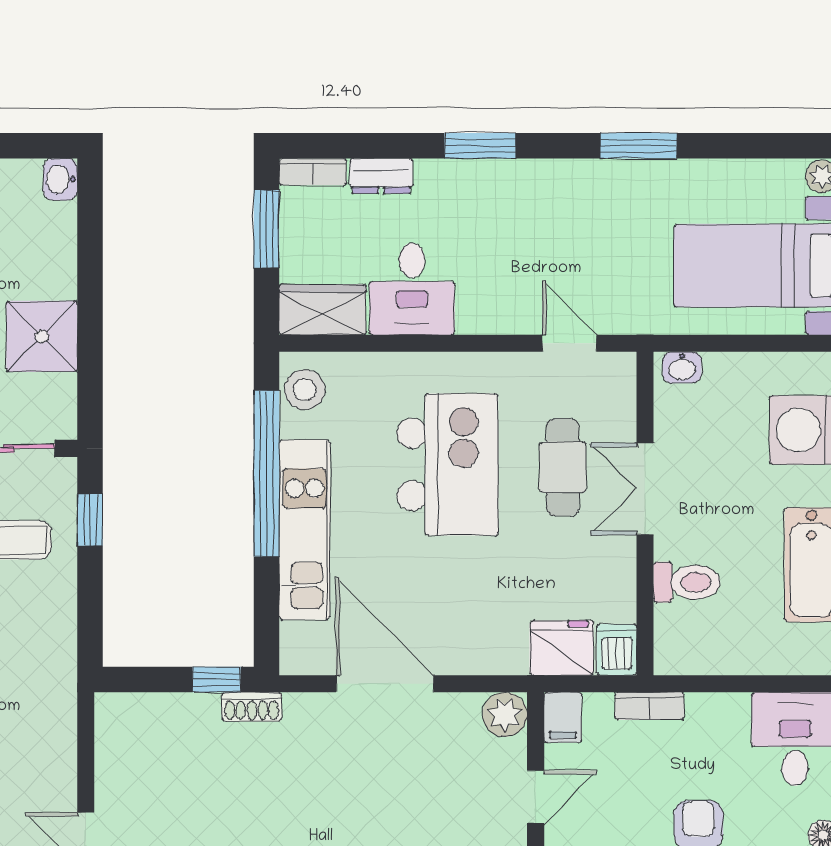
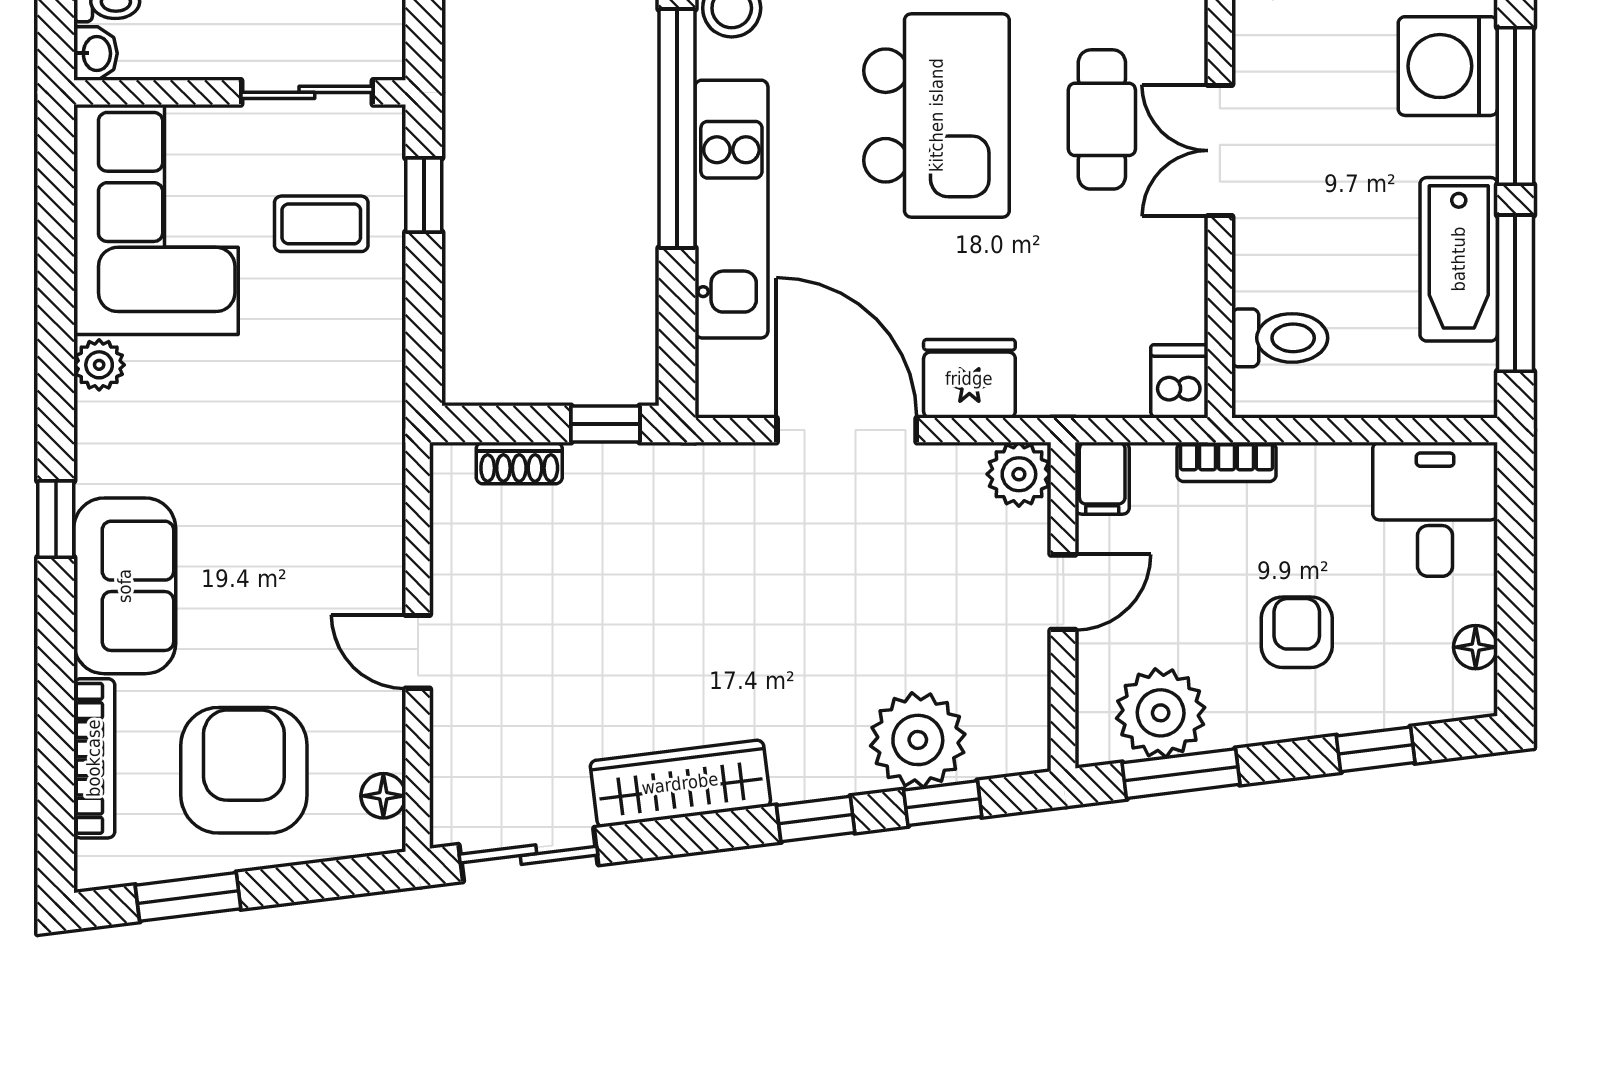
toilet: (687, 582) -> (1280, 338), moved
fridge: (562, 648) -> (969, 379), moved
shoe rack: (252, 707) -> (519, 463), moved

